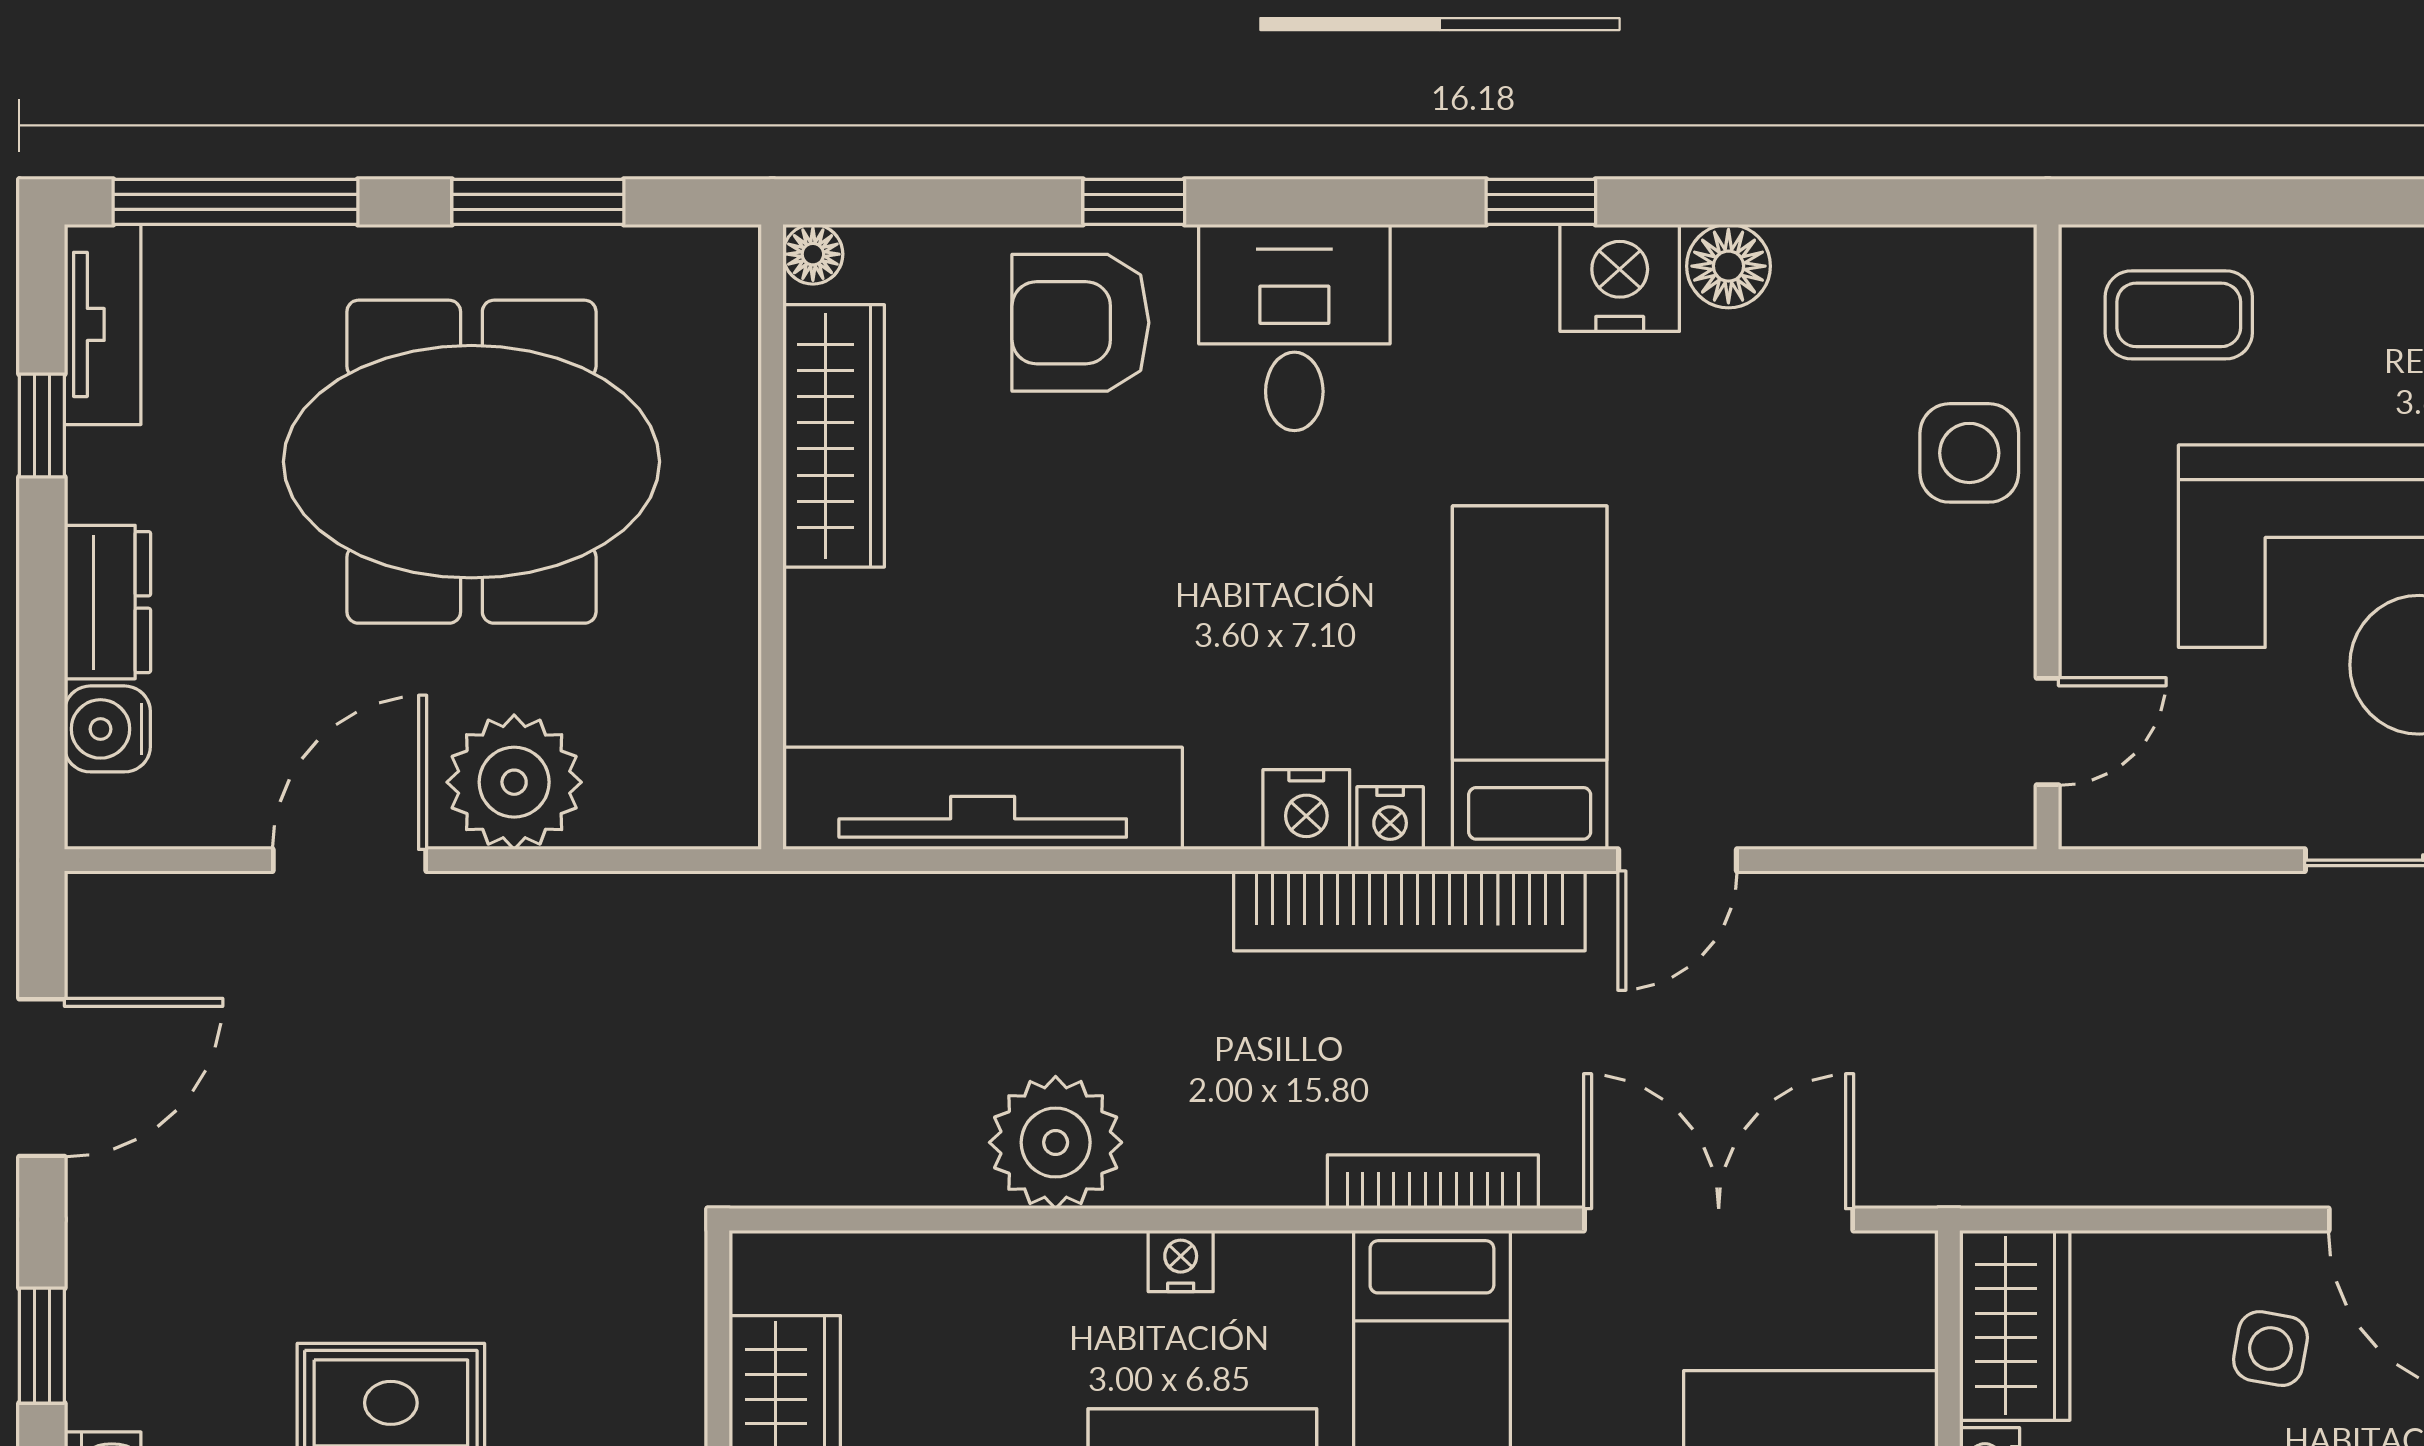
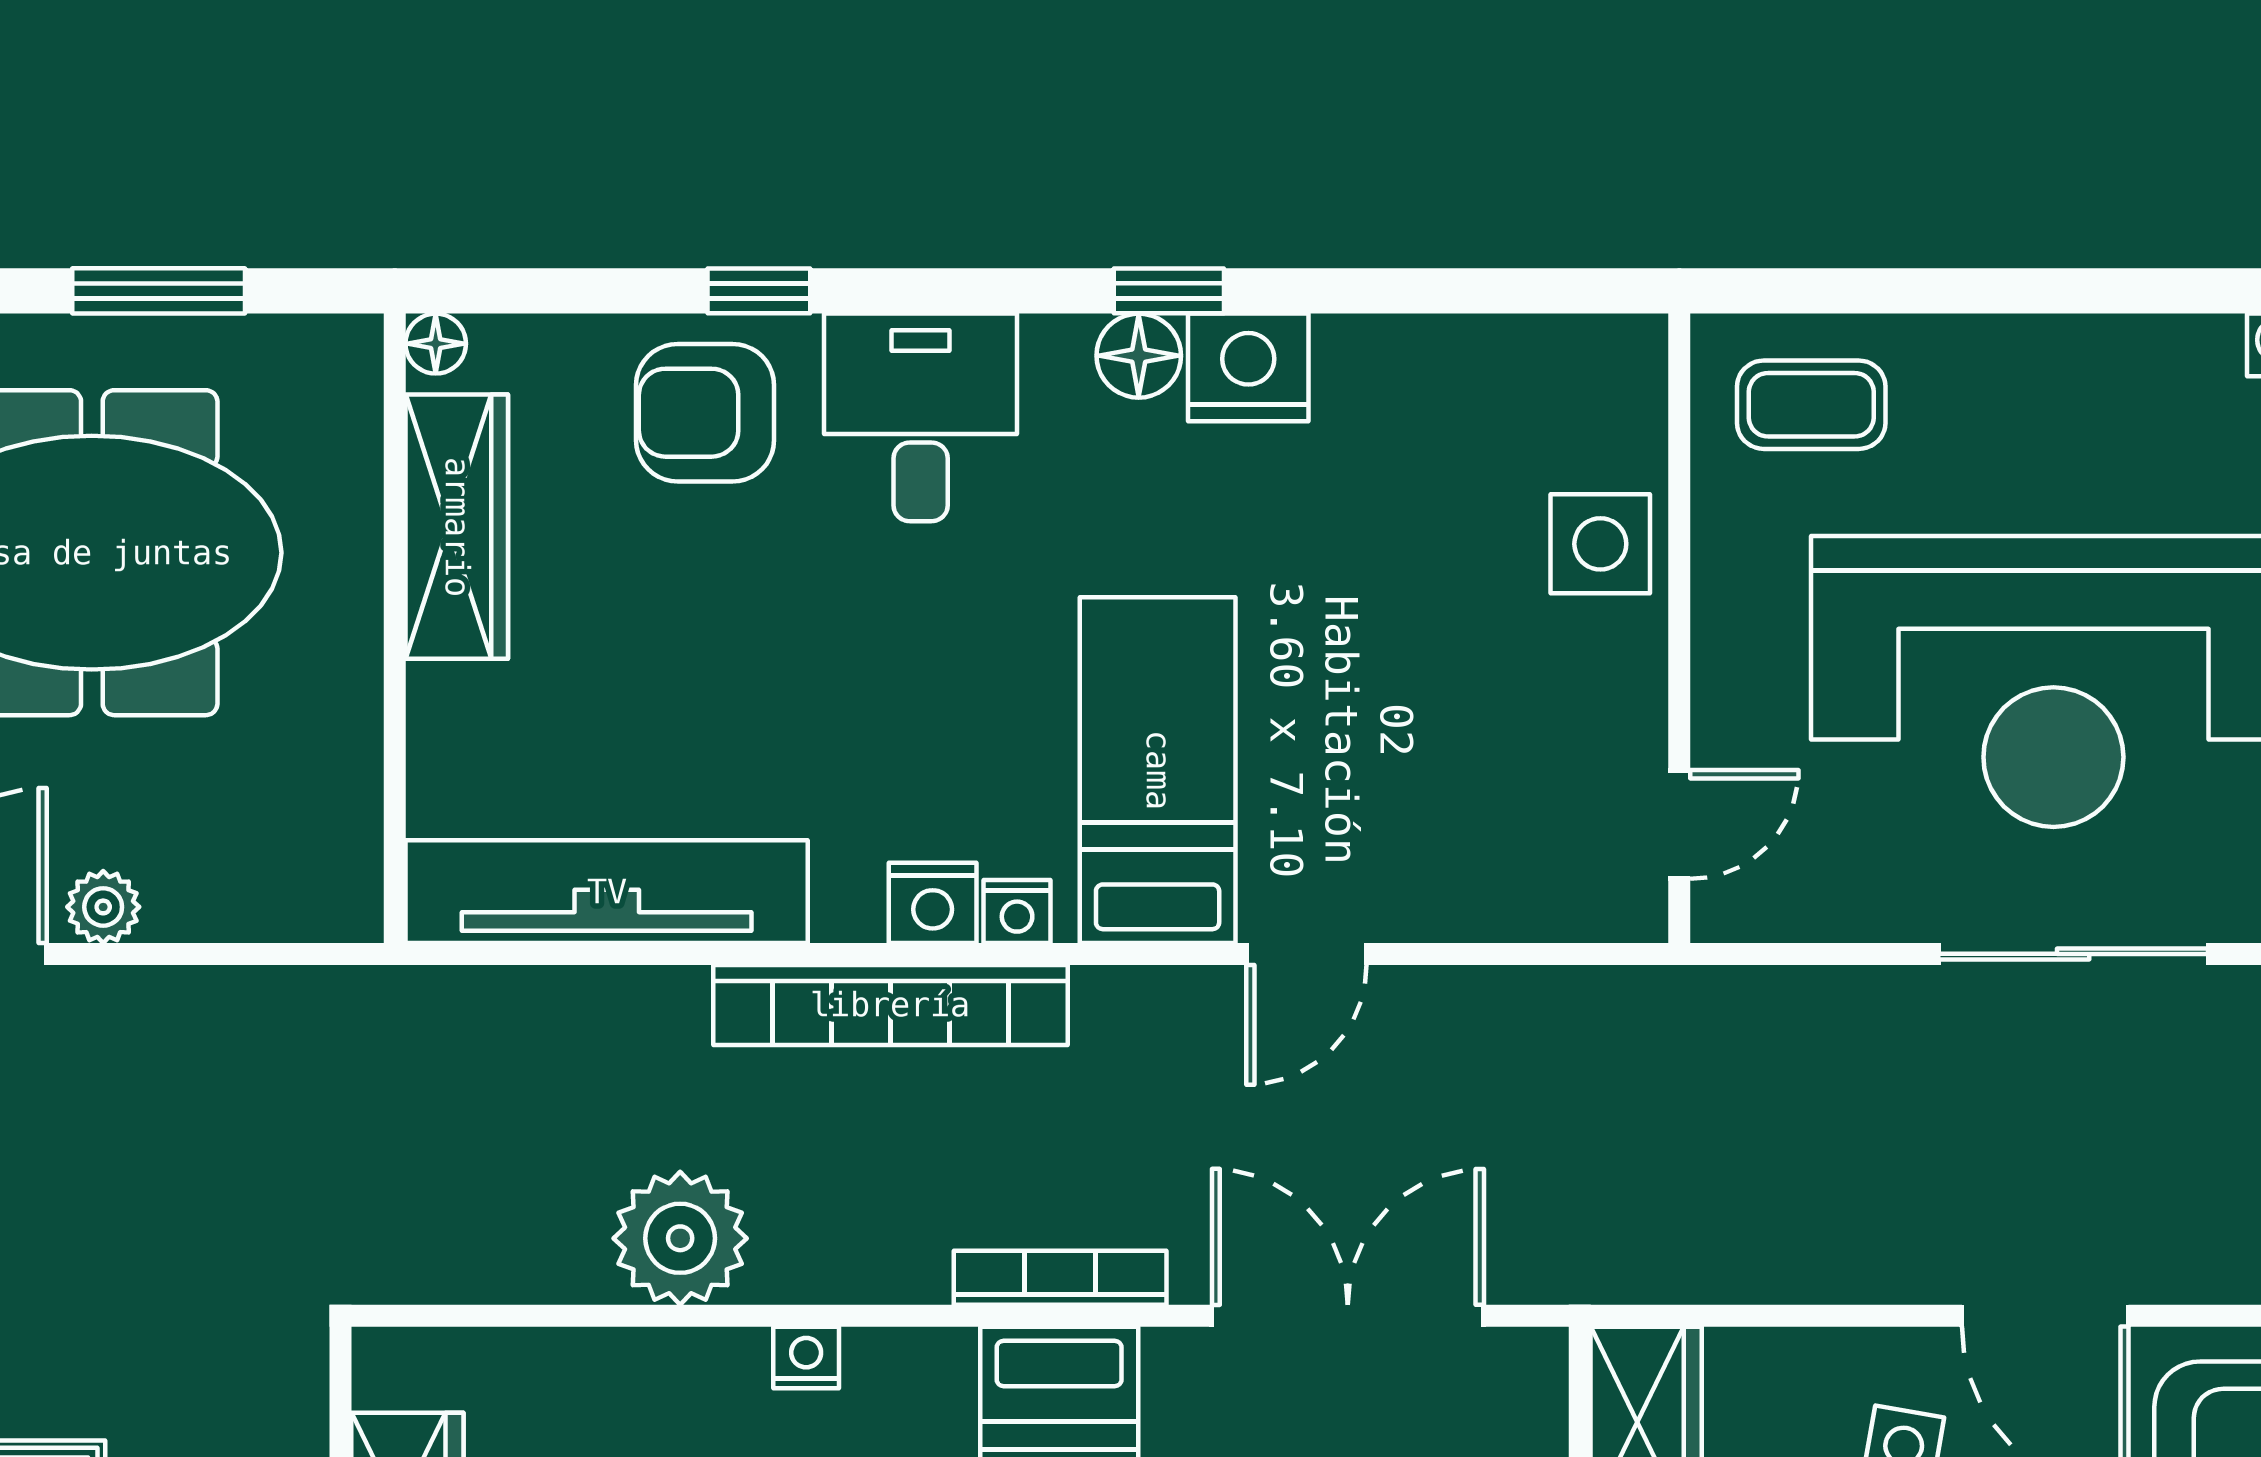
floor lamp: (1728, 266) -> (1139, 356), moved
plant: (514, 782) -> (103, 907), width x0.53, depth x0.53
bookcase: (1409, 911) -> (890, 1005), moved

